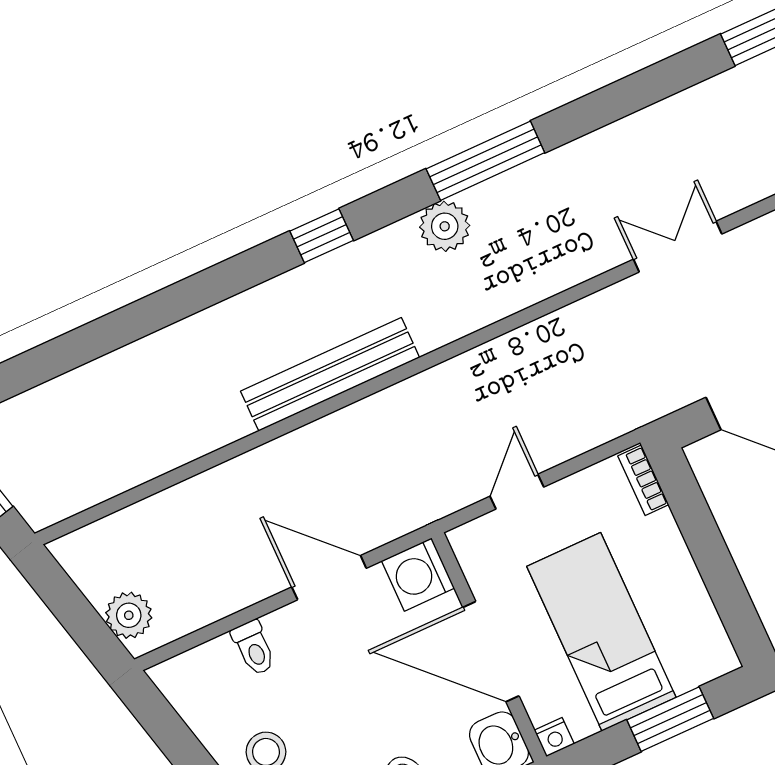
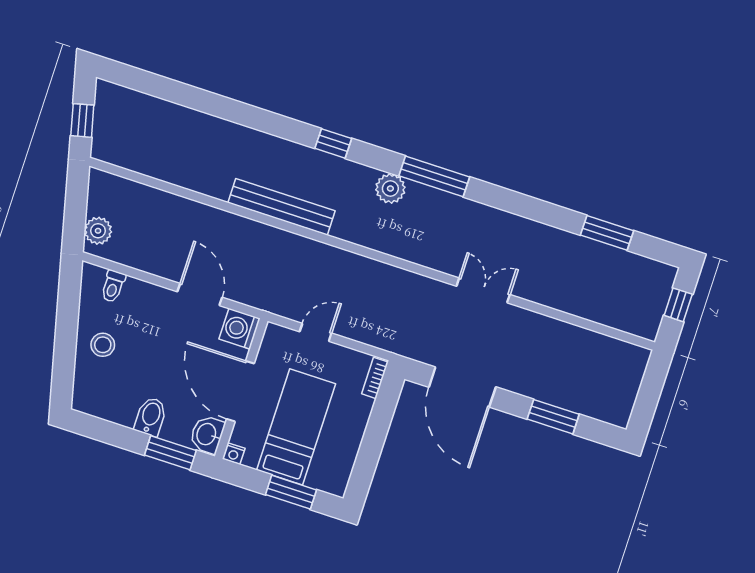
toilet: (254, 648) -> (113, 286), moved

